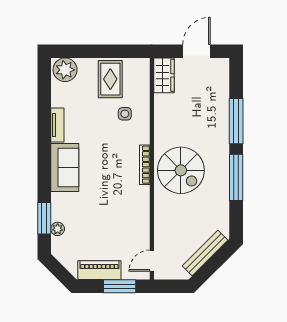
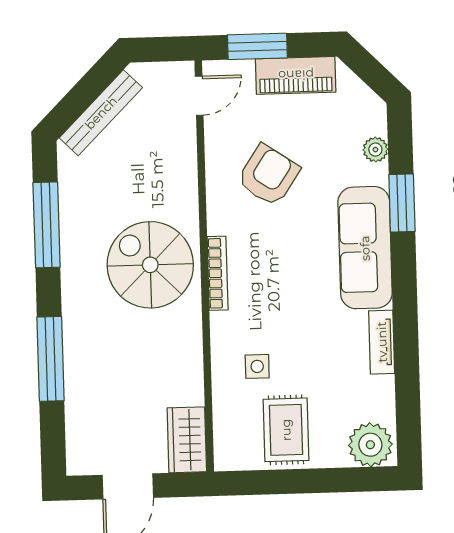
sofa: (65, 167) -> (365, 248), width x1.36
window: (236, 177) -> (47, 225), moved
armchair: (116, 217) -> (268, 175), added
window: (44, 218) -> (402, 203), moved

